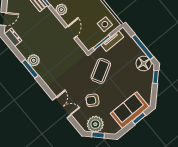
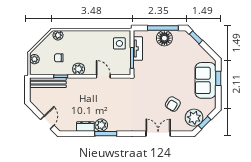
dresser: (13, 37) -> (85, 126), moved
floor lamp: (144, 64) -> (164, 38), moved
coffee table: (101, 71) -> (155, 78), removed

